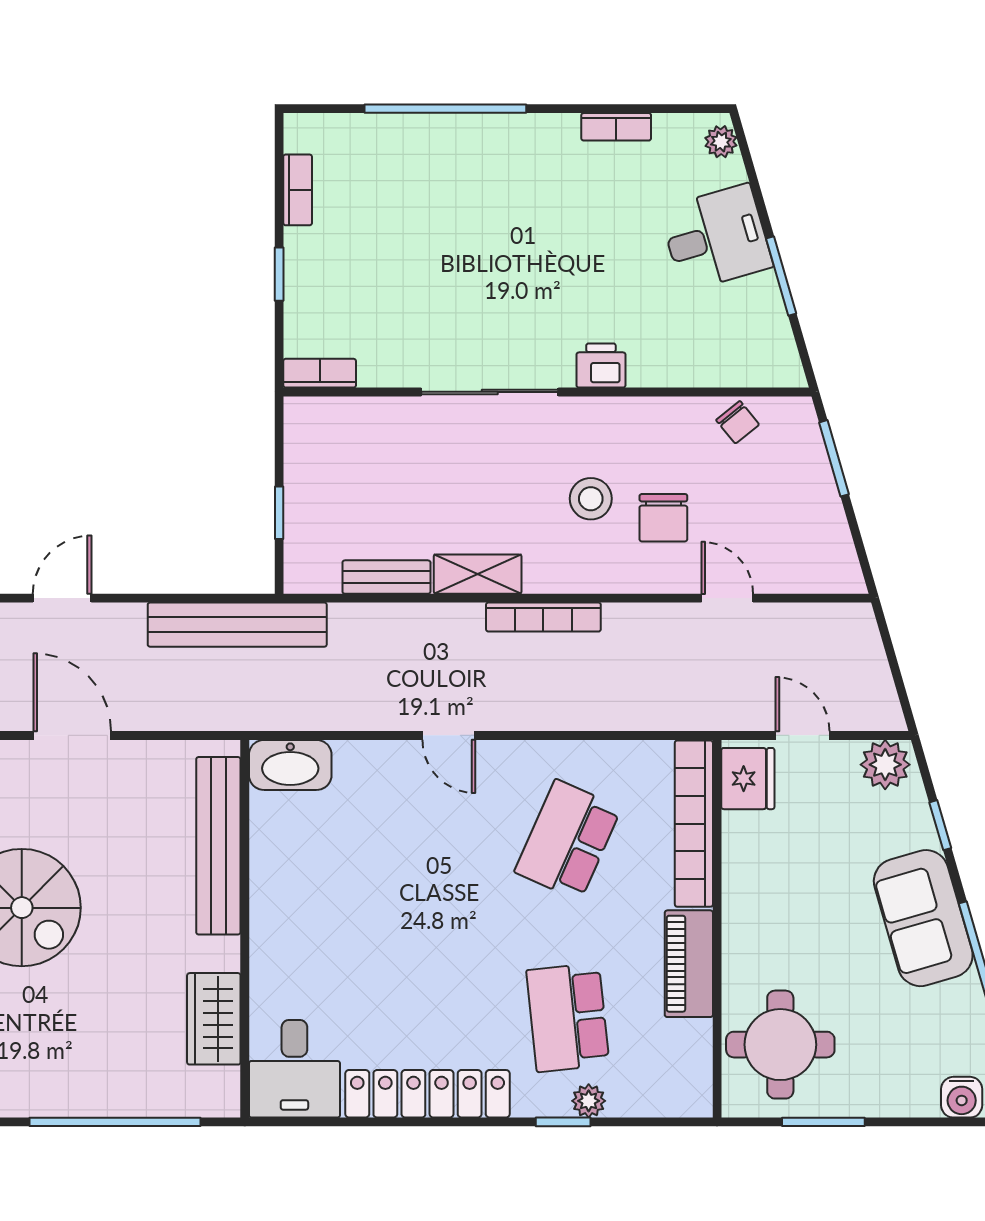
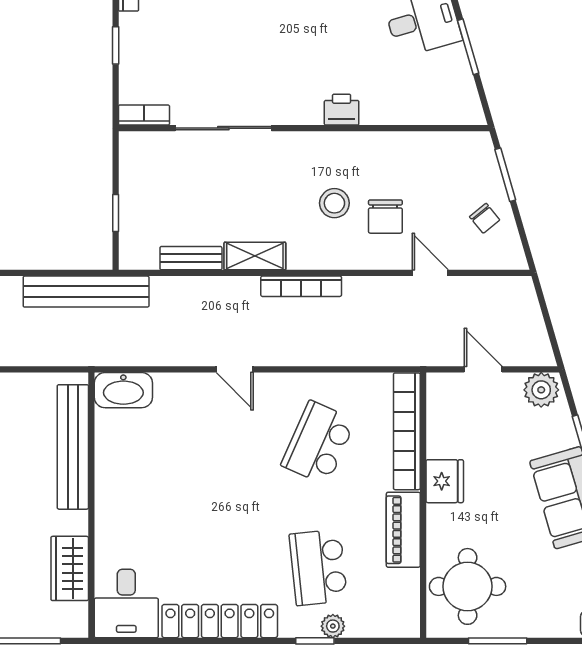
sliding door: (490, 392) -> (223, 128), moved
chair: (738, 422) -> (485, 218), moved
fridge: (748, 779) -> (445, 481), moved

